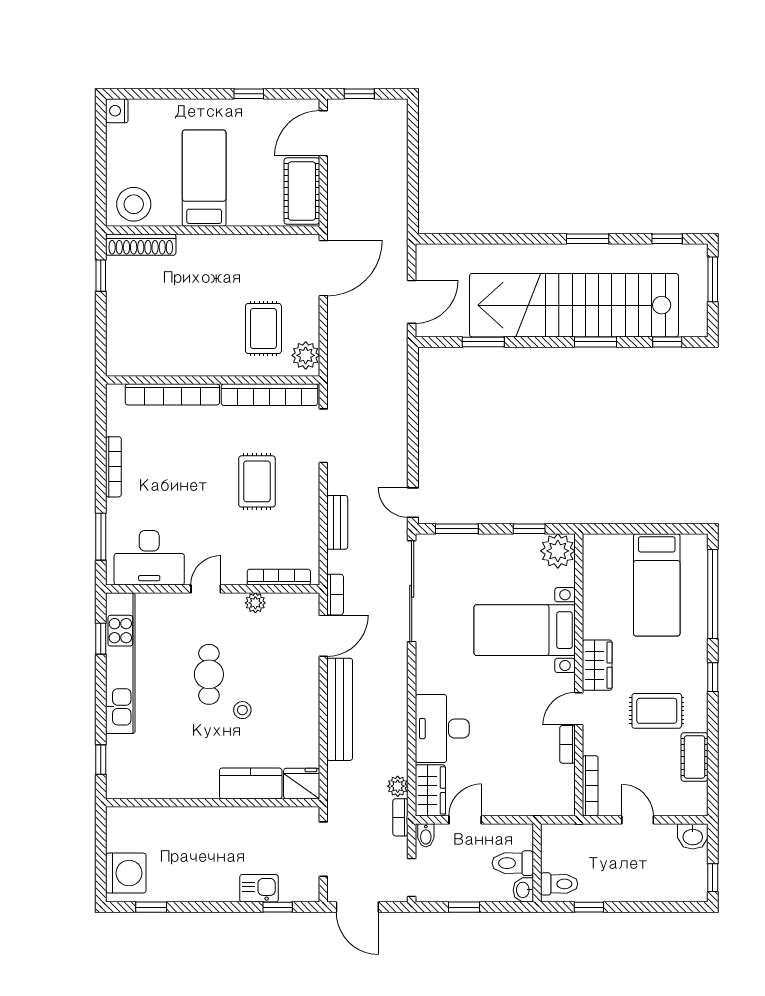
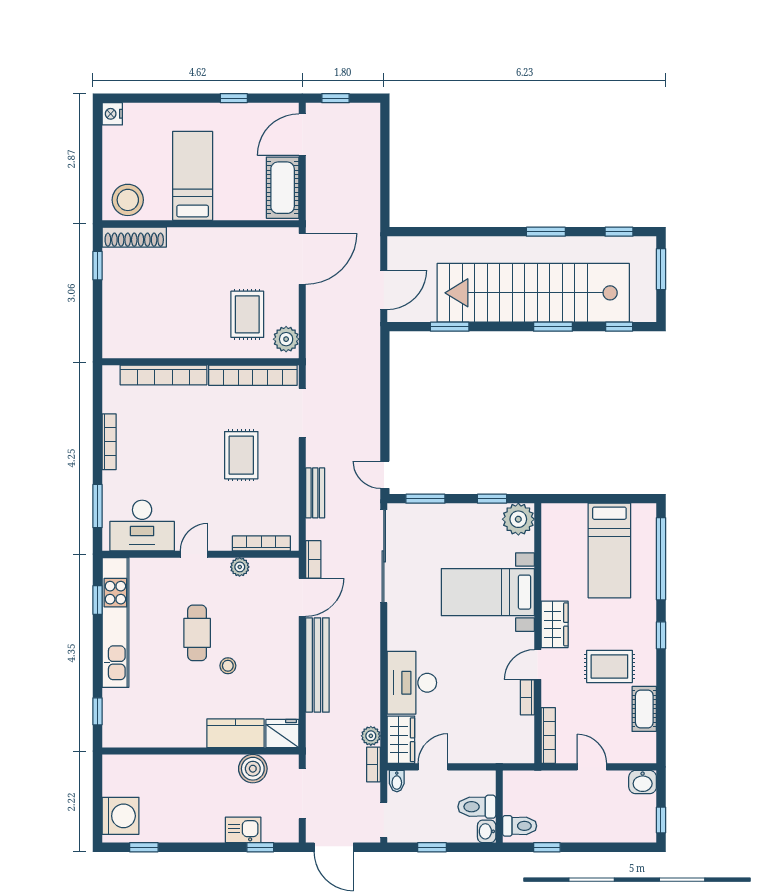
boiler: (269, 822) -> (253, 769), added

